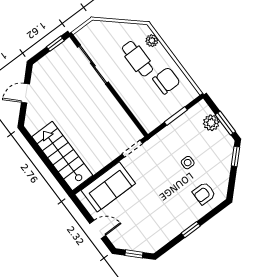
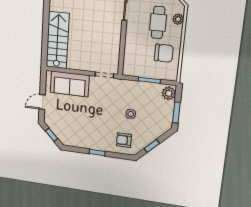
plant: (211, 123) -> (169, 93), moved
window: (236, 156) -> (152, 146), moved
door: (98, 229) -> (42, 102), swing flipped

